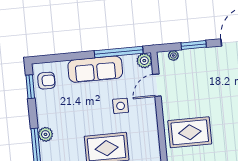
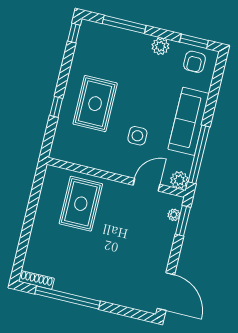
window: (194, 45) -> (183, 221), moved
door: (157, 85) -> (147, 185), hinge flipped
plant: (45, 134) -> (160, 46), moved

